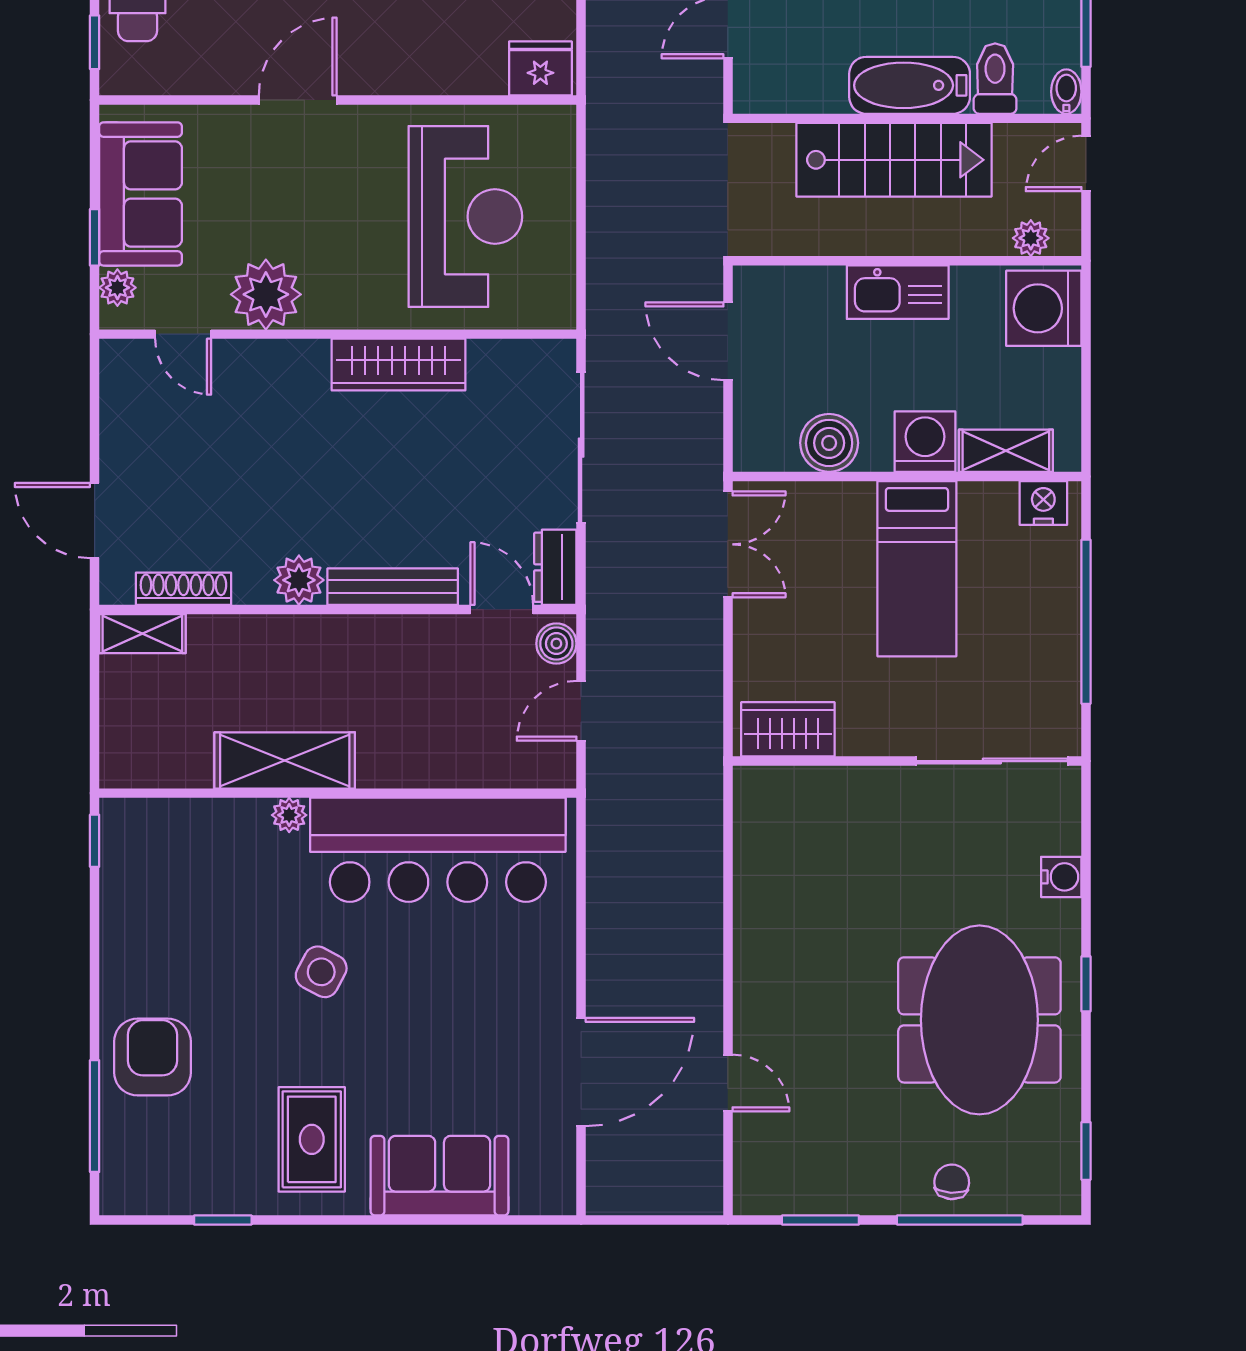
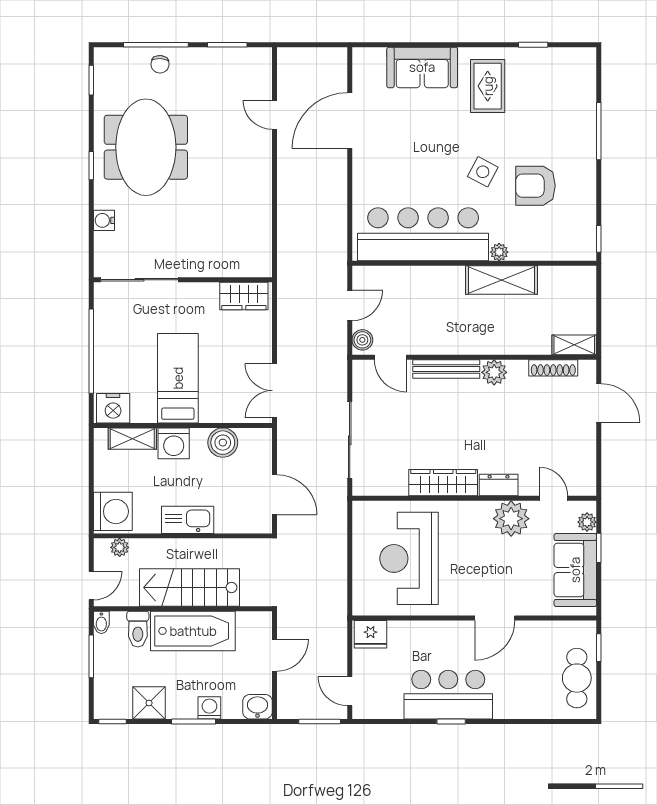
bathtub: (910, 85) -> (193, 631), width x1.36, depth x1.36
nightstand: (1043, 503) -> (113, 408), width x1.36, depth x1.33
dresser: (555, 567) -> (499, 485), moved, turned -90
armchair: (153, 1057) -> (535, 186), moved, turned 90
window: (95, 1116) -> (599, 131), moved

